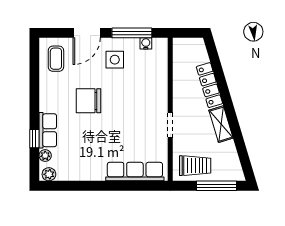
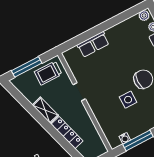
side table: (115, 60) -> (128, 100), moved
row of seats: (135, 172) -> (93, 44), width x0.68

